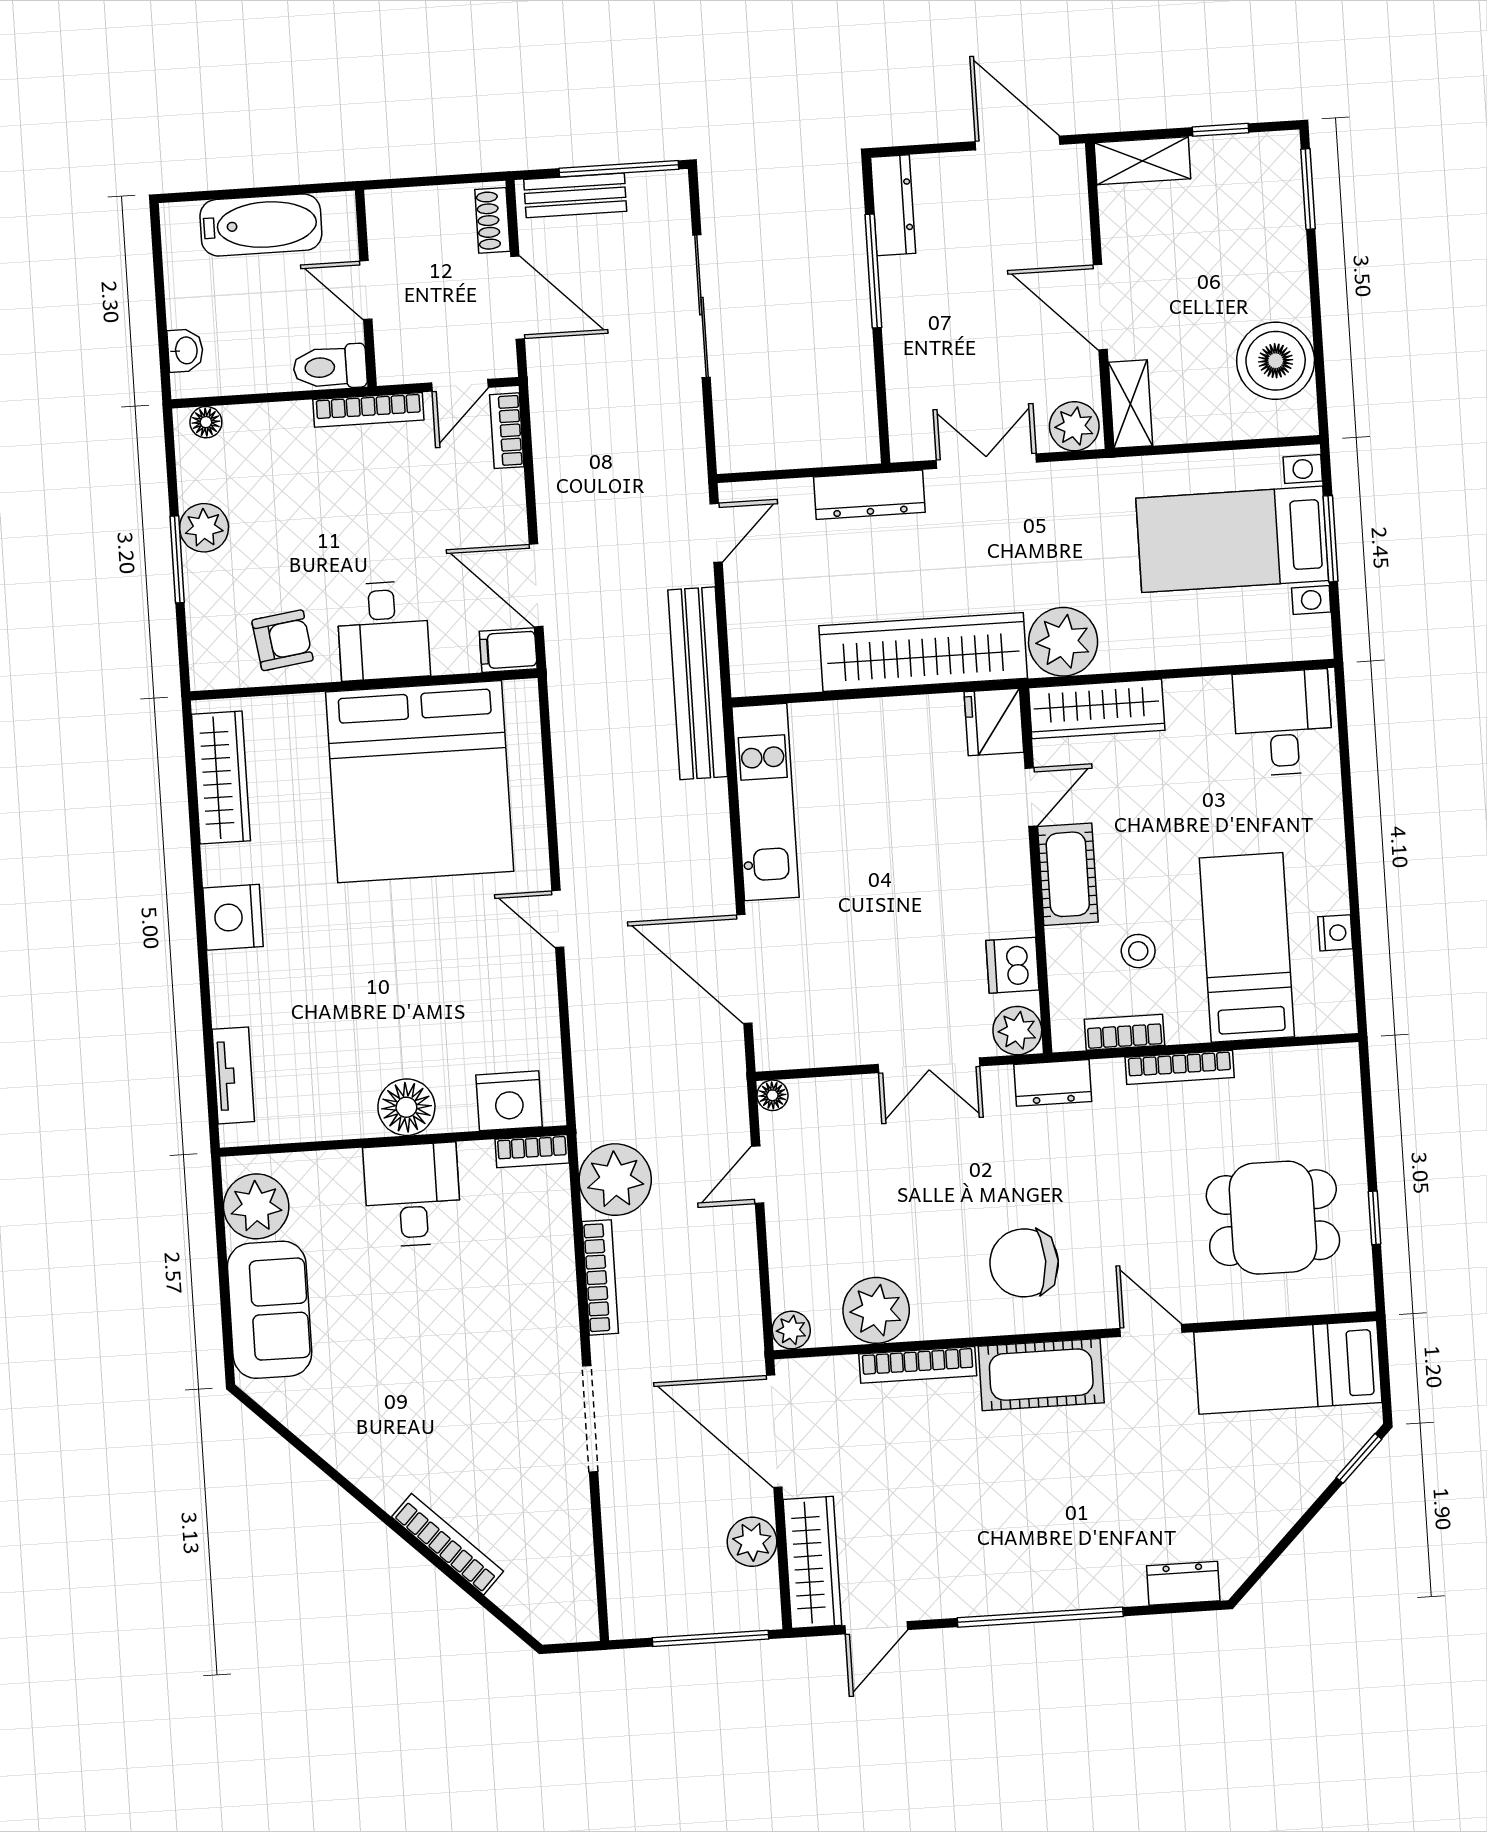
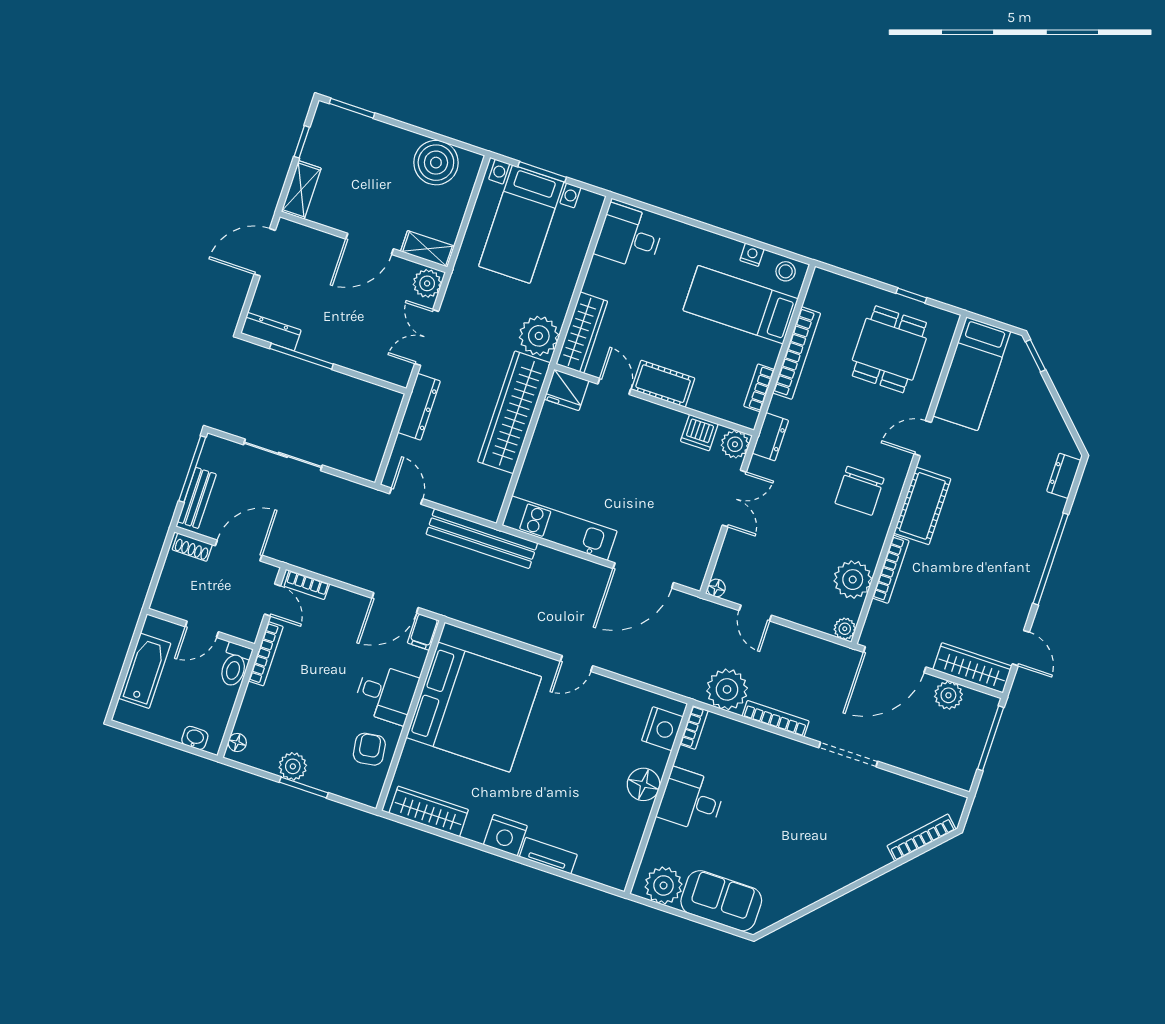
stool: (1138, 951) -> (786, 271), moved
bookcase: (1180, 1067) -> (797, 353), width x1.48, depth x1.31
tv unit: (233, 1075) -> (548, 856), moved
bookcase: (447, 1544) -> (921, 838), moved

